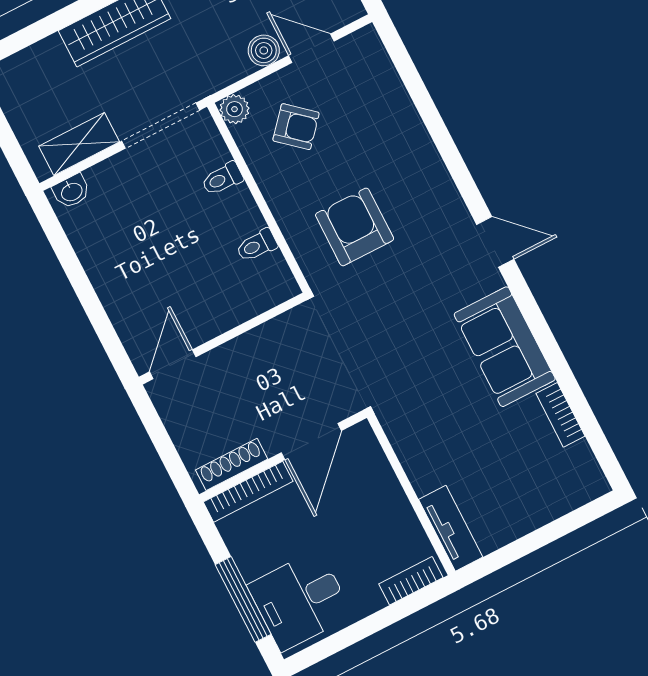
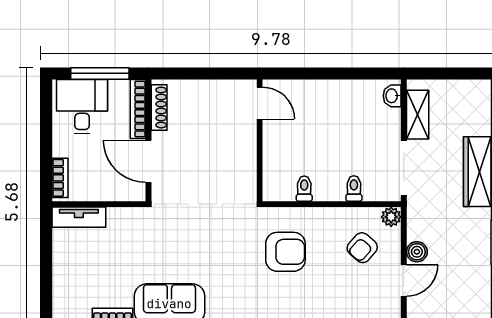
door: (311, 442) -> (149, 161), moved
wall: (283, 456) -> (149, 140), moved
shoe rack: (232, 464) -> (159, 108), moved
bookcase: (248, 492) -> (138, 109), moved

